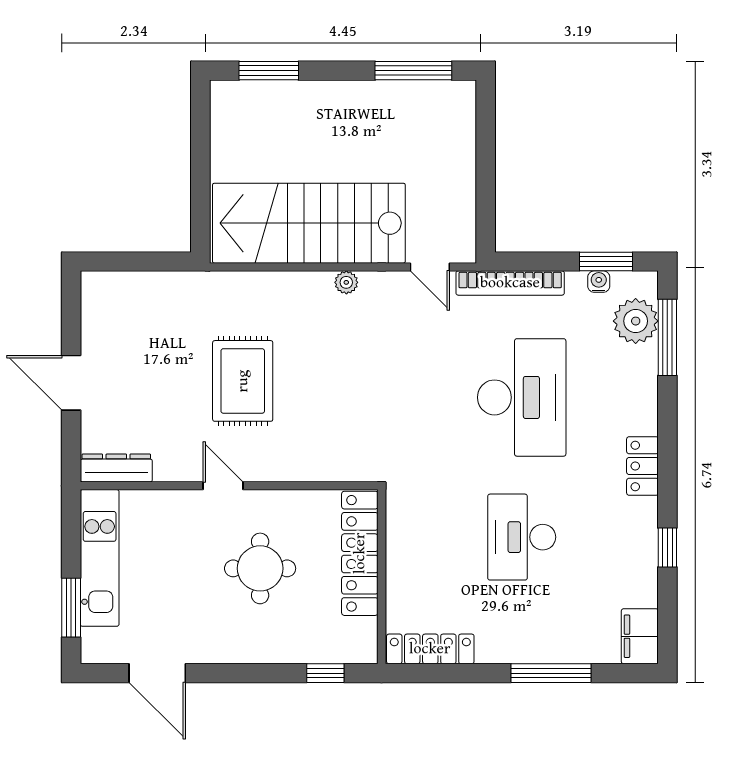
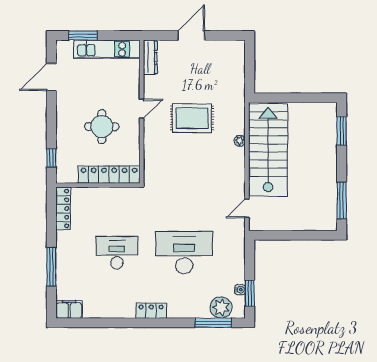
plant: (346, 282) -> (240, 141), moved
bookcase: (510, 283) -> (239, 247), removed
desk: (522, 397) -> (184, 253), turned 180
window: (667, 547) -> (112, 323), removed

